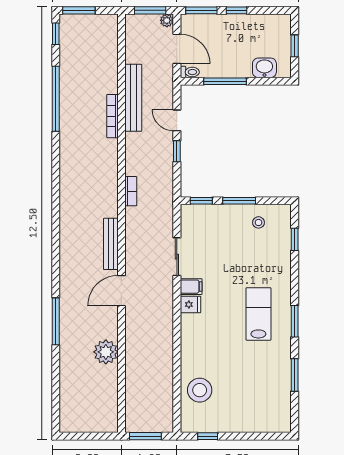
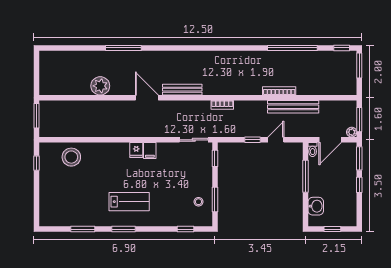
window: (239, 201) -> (215, 200), moved
sliding door: (177, 257) -> (194, 140), moved

